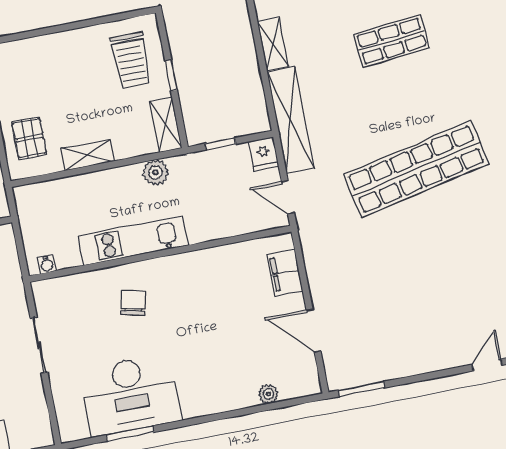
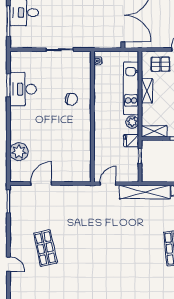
fridge: (264, 154) -> (131, 140), moved
shop shelf: (416, 169) -> (45, 248), moved, width x0.50, depth x0.74
kitchen unit: (133, 241) -> (131, 88), moved, turned 180
filing cabinet: (285, 273) -> (72, 175), removed
plant: (268, 394) -> (19, 152), width x1.88, depth x1.88
desk: (131, 395) -> (23, 89), width x0.73, depth x0.77

